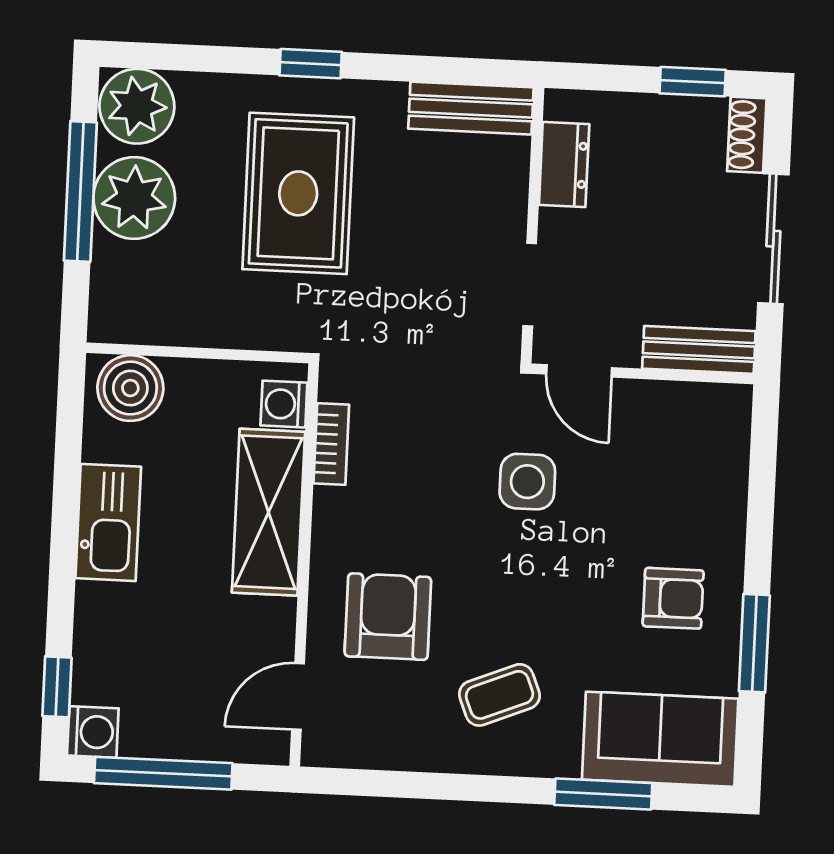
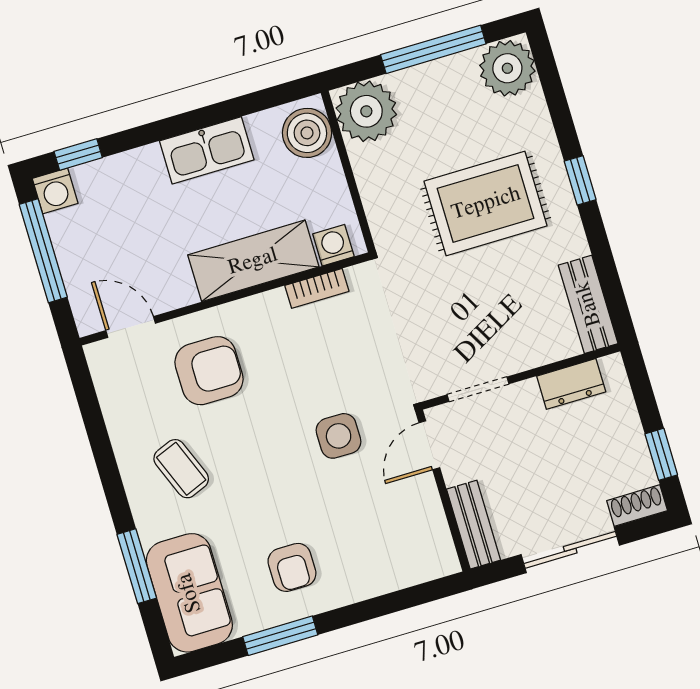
plant: (134, 198) -> (366, 111), moved

